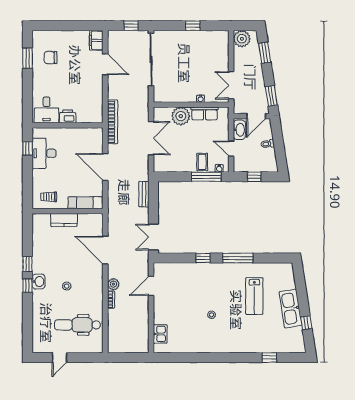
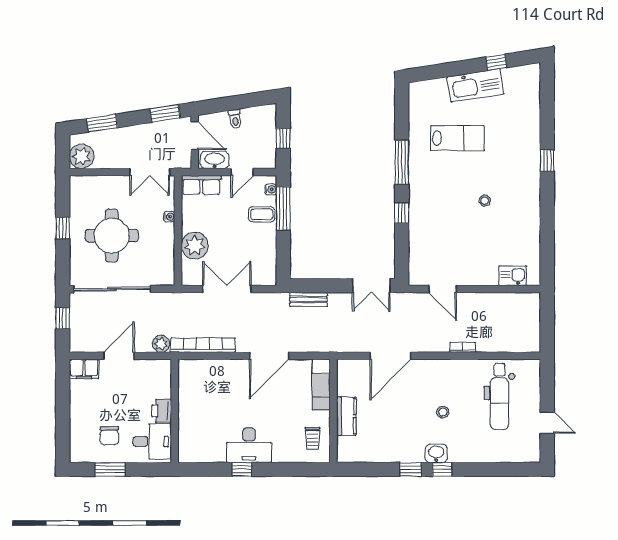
round table: (188, 59) -> (112, 236), added
desk: (47, 110) -> (152, 442), moved
row of seats: (204, 113) -> (201, 185), moved, turned 90
printer: (68, 116) -> (162, 411), moved
wall: (68, 125) -> (175, 411), moved
plant: (113, 284) -> (161, 344), moved
window: (269, 358) -> (547, 161), moved

